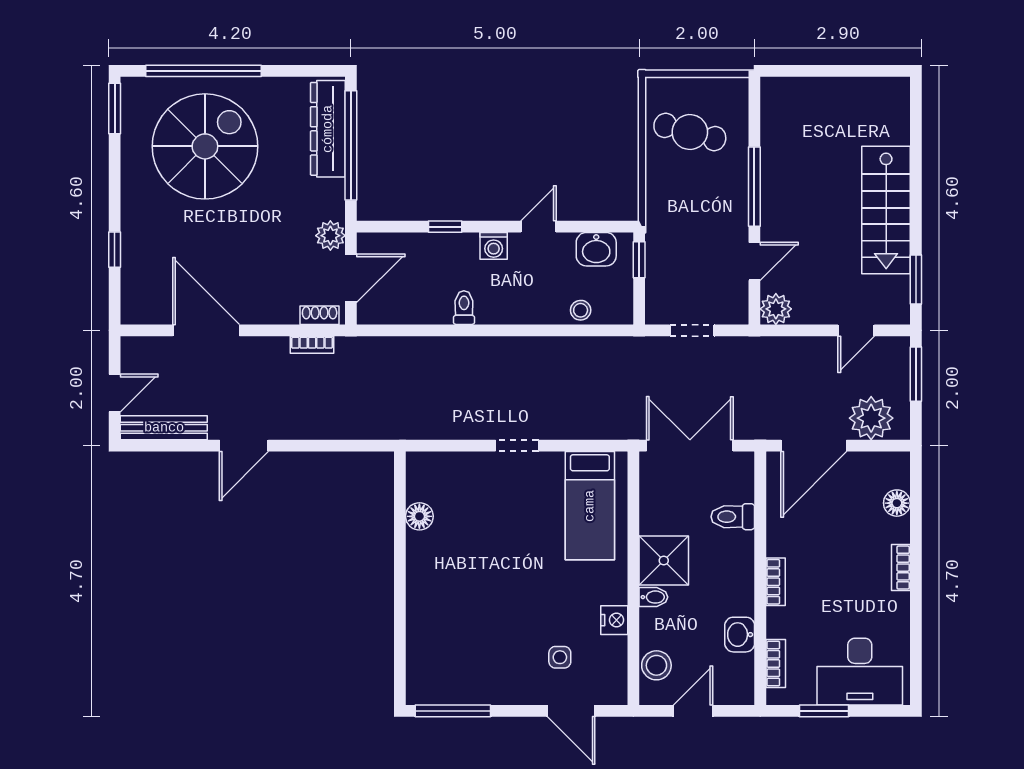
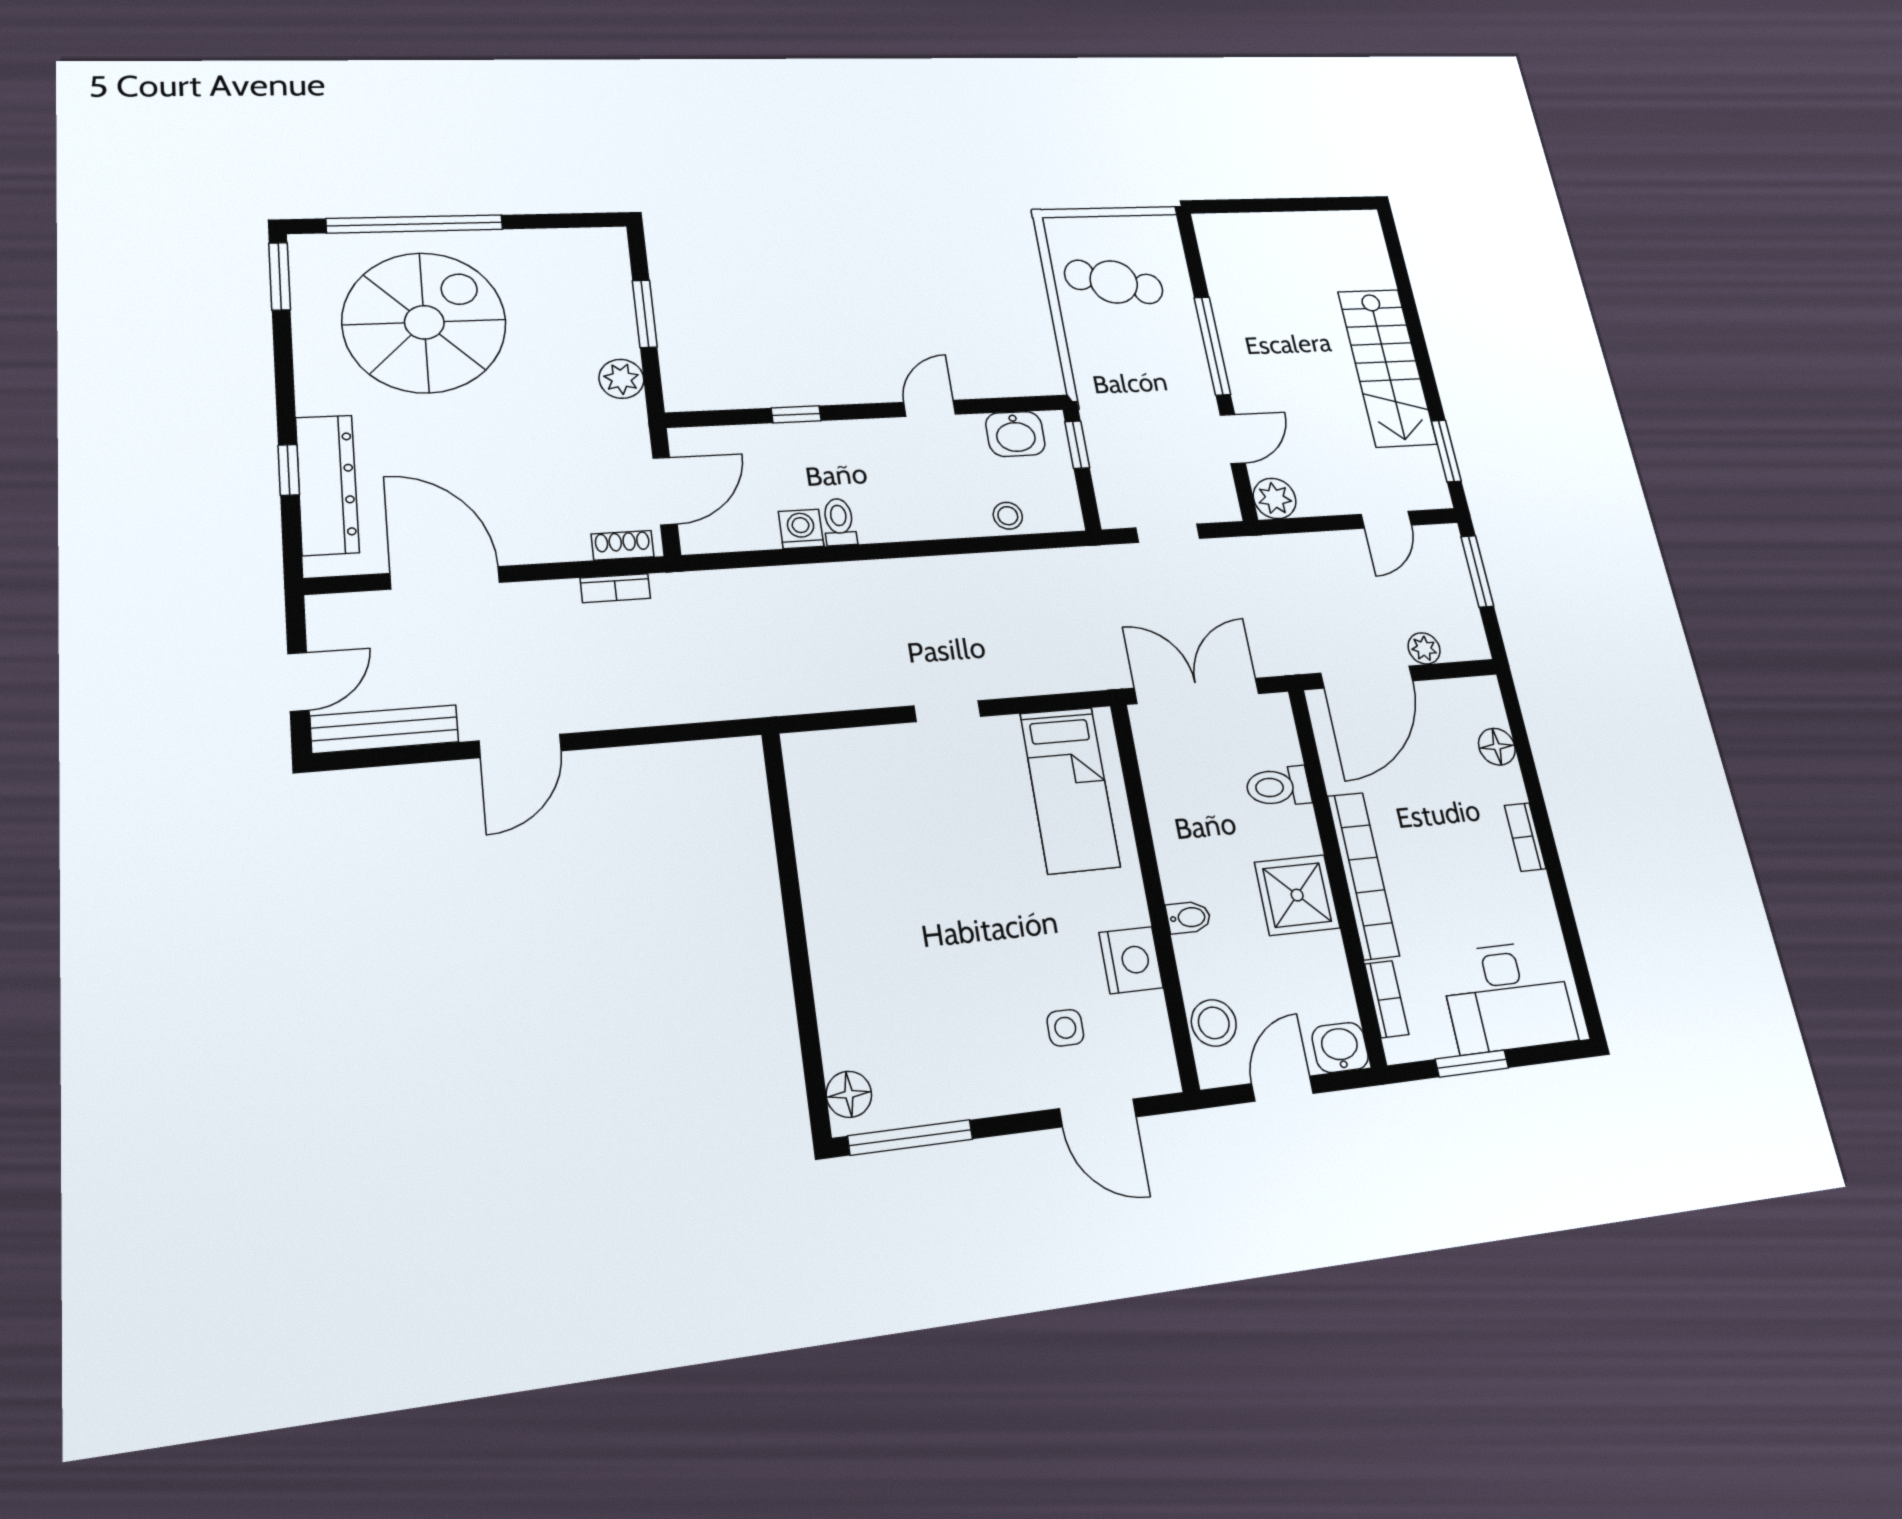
dresser: (328, 129) -> (327, 485), moved, turned 180
window: (351, 145) -> (645, 314), width x0.47
plant: (330, 236) -> (621, 379), moved
washing machine: (494, 246) -> (801, 529), moved, turned 180
plant: (871, 418) -> (1424, 648), width x0.53, depth x0.53
floor lamp: (419, 516) -> (849, 1094), moved
shower: (664, 561) -> (1297, 895), moved
bookcase: (776, 582) -> (1363, 875), width x2.31, depth x1.31
nightstand: (614, 620) -> (1131, 960), width x1.36, depth x1.33
washbasin: (740, 635) -> (1340, 1047), moved, turned 90

